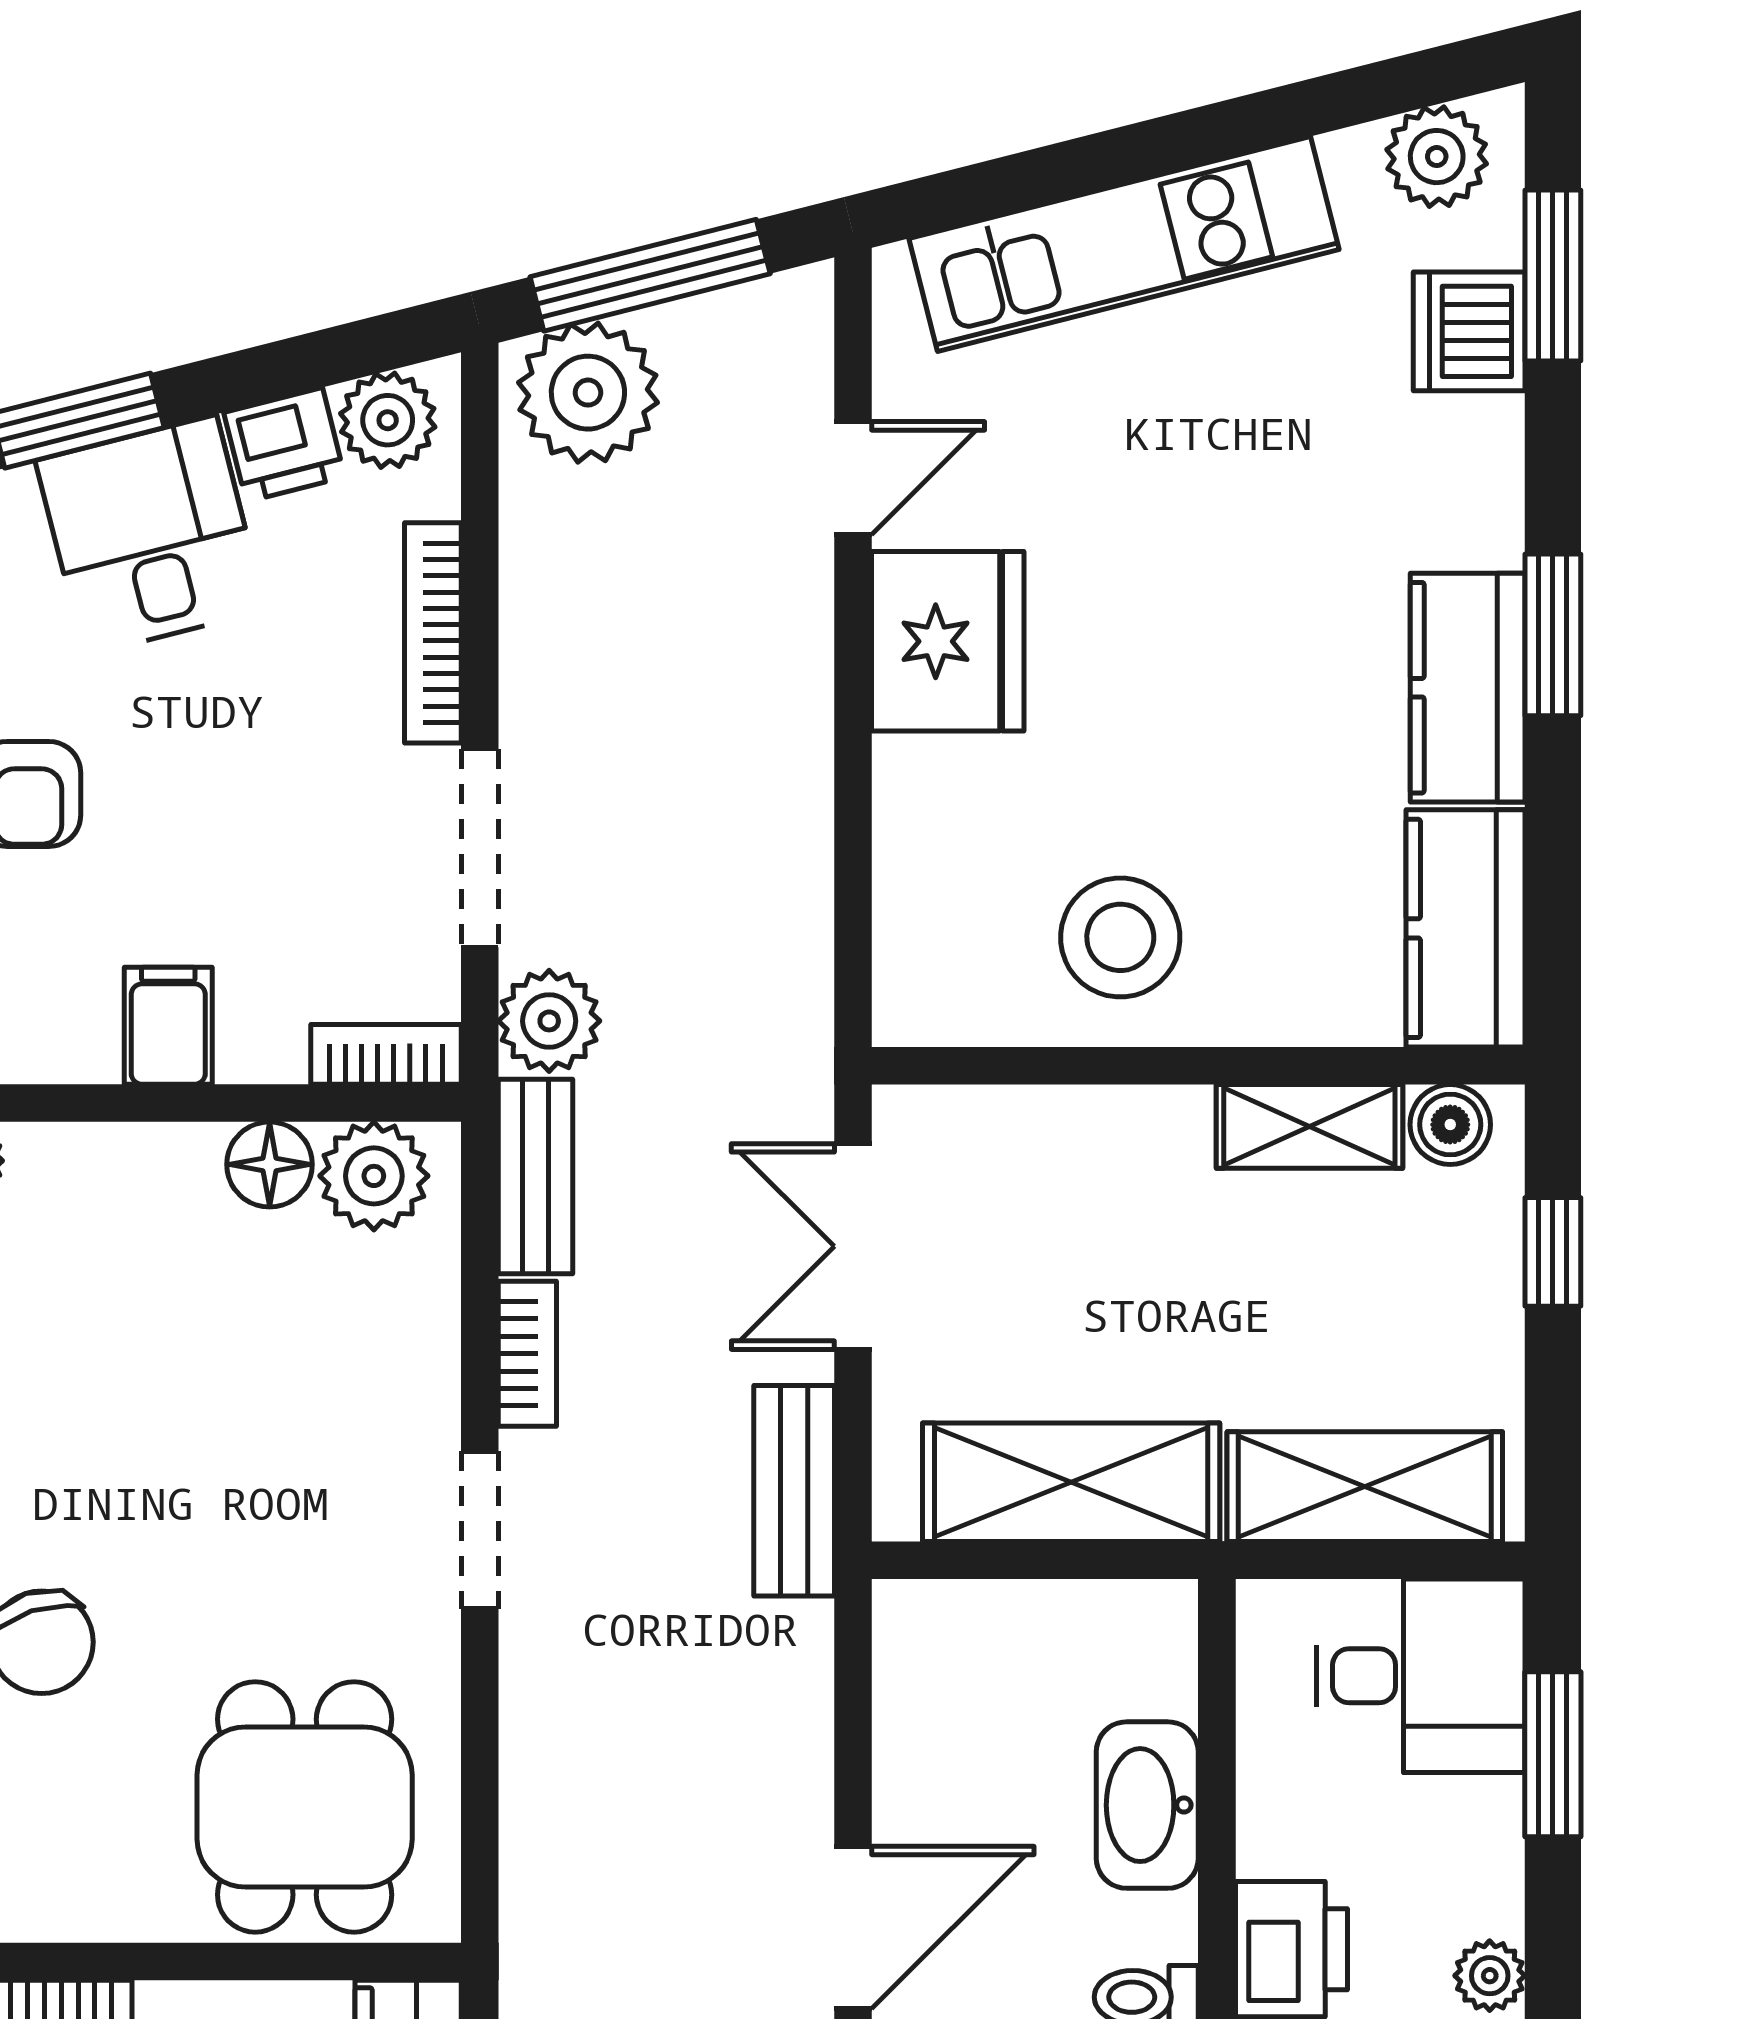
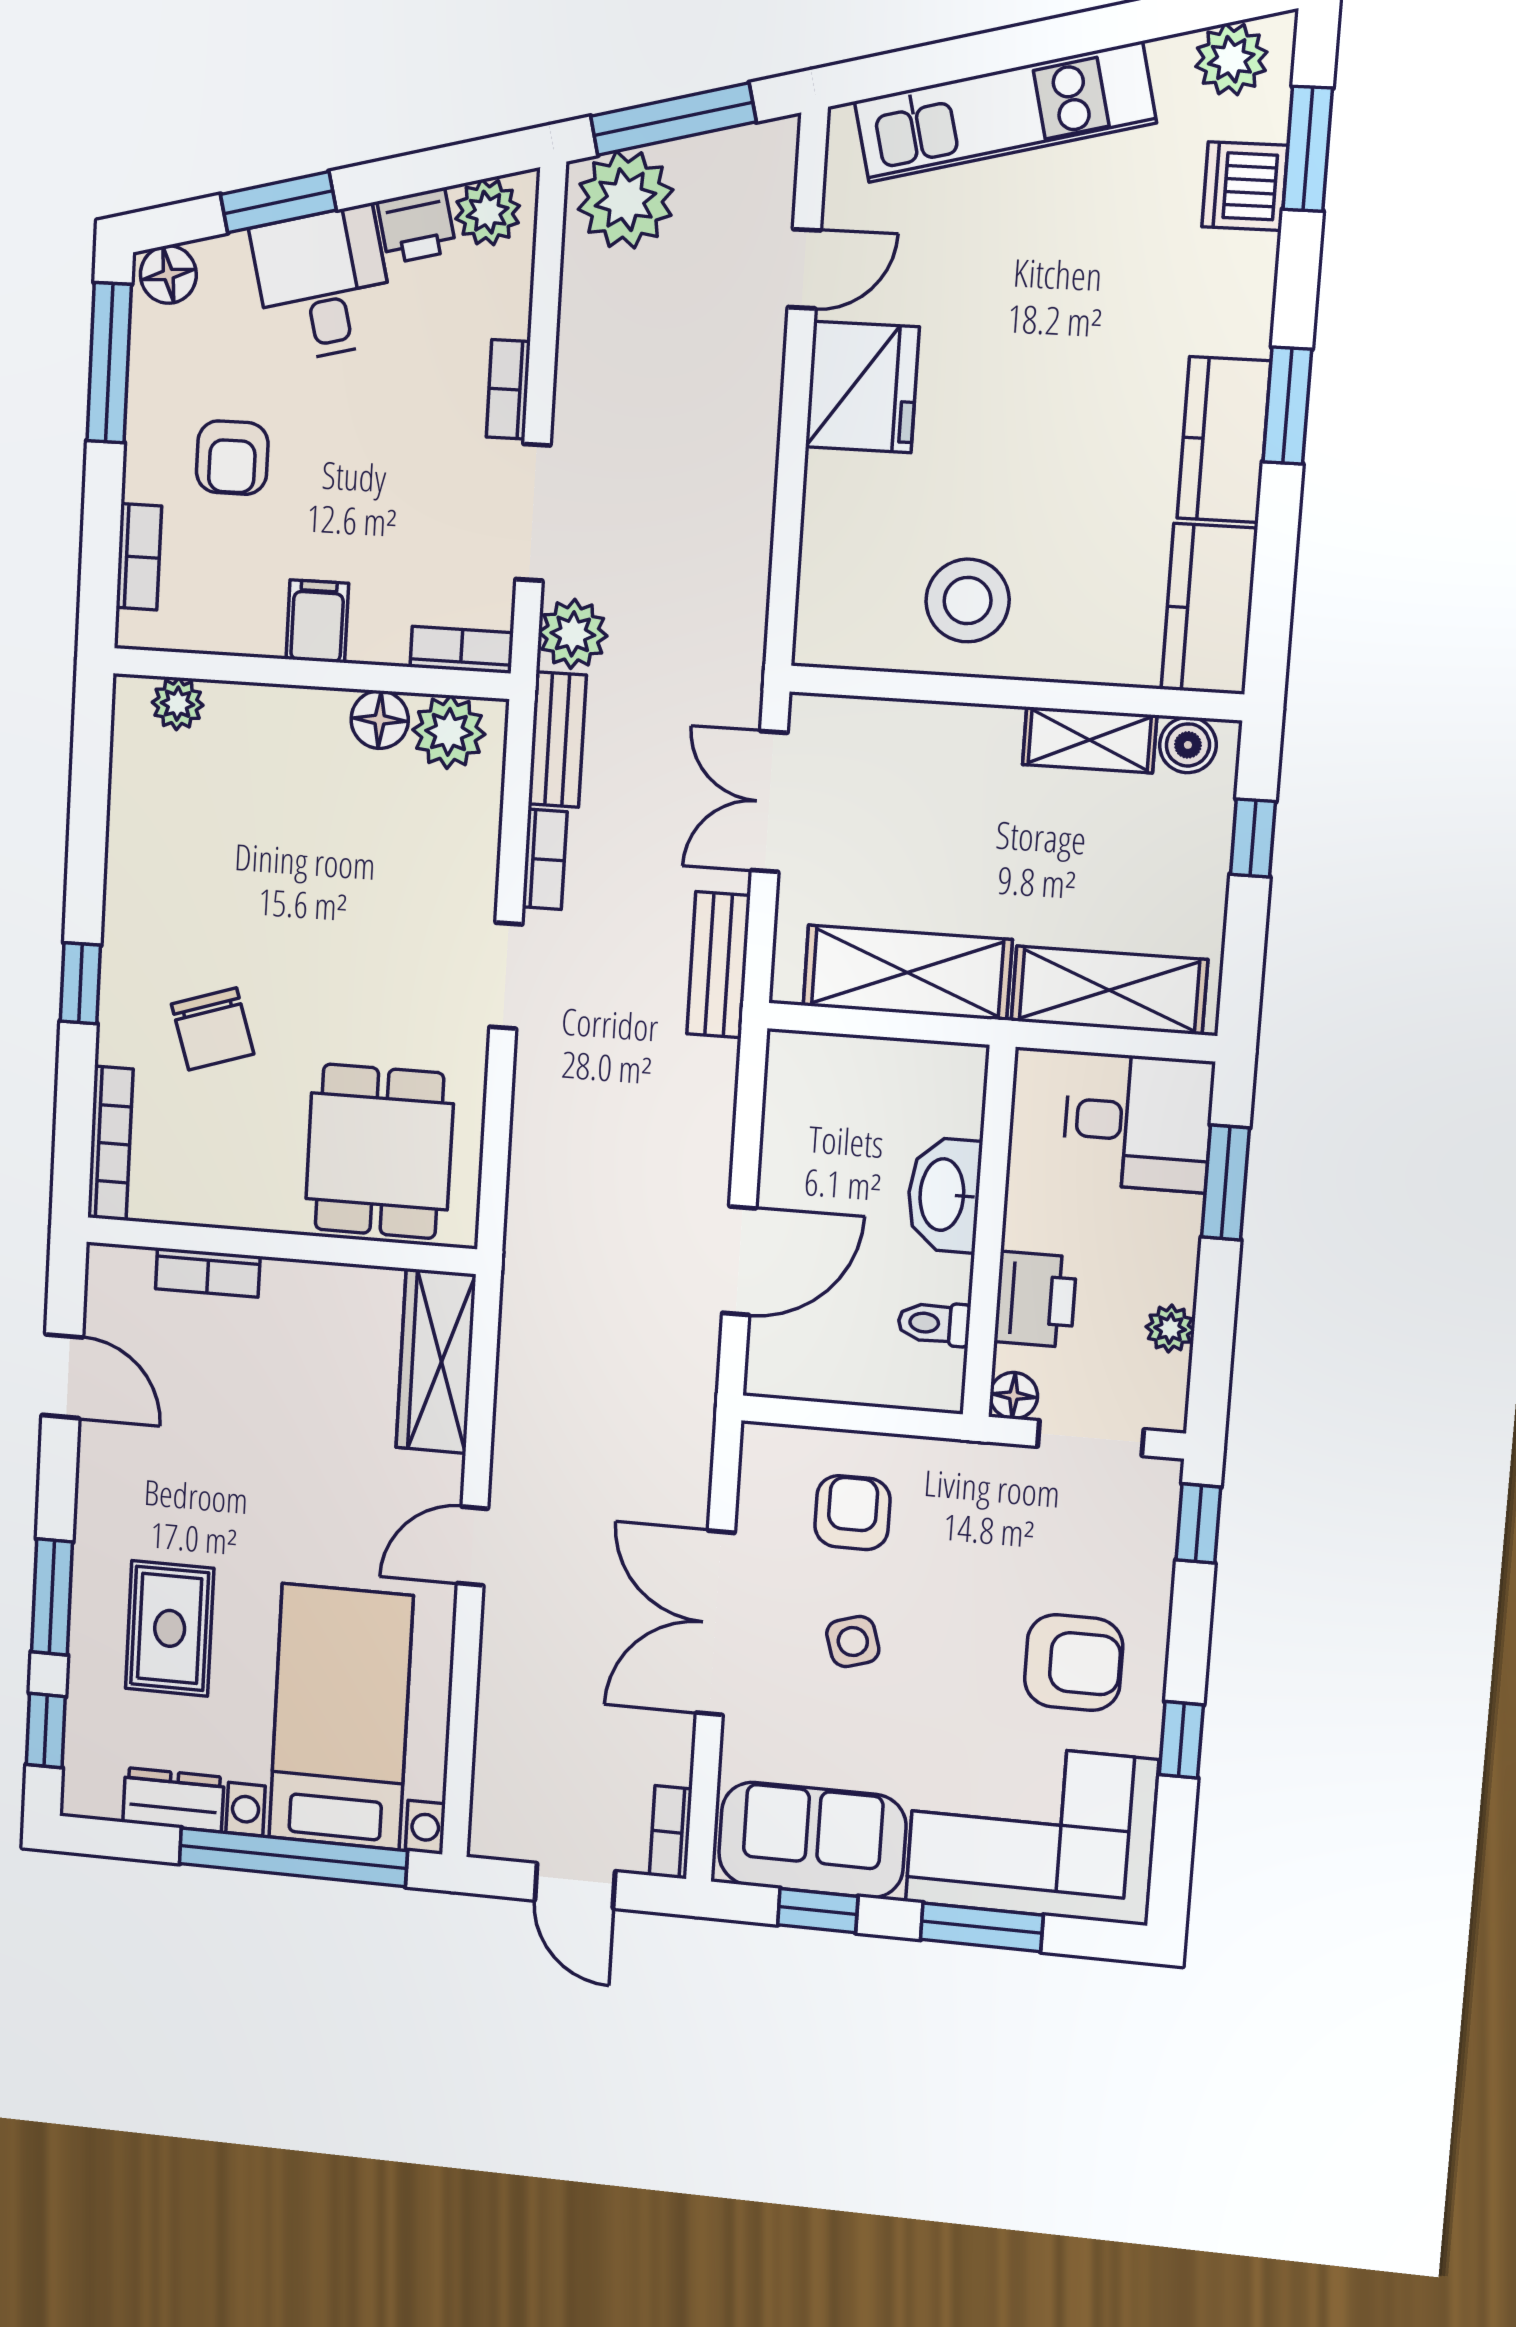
bookcase: (433, 633) -> (508, 389), width x0.64

